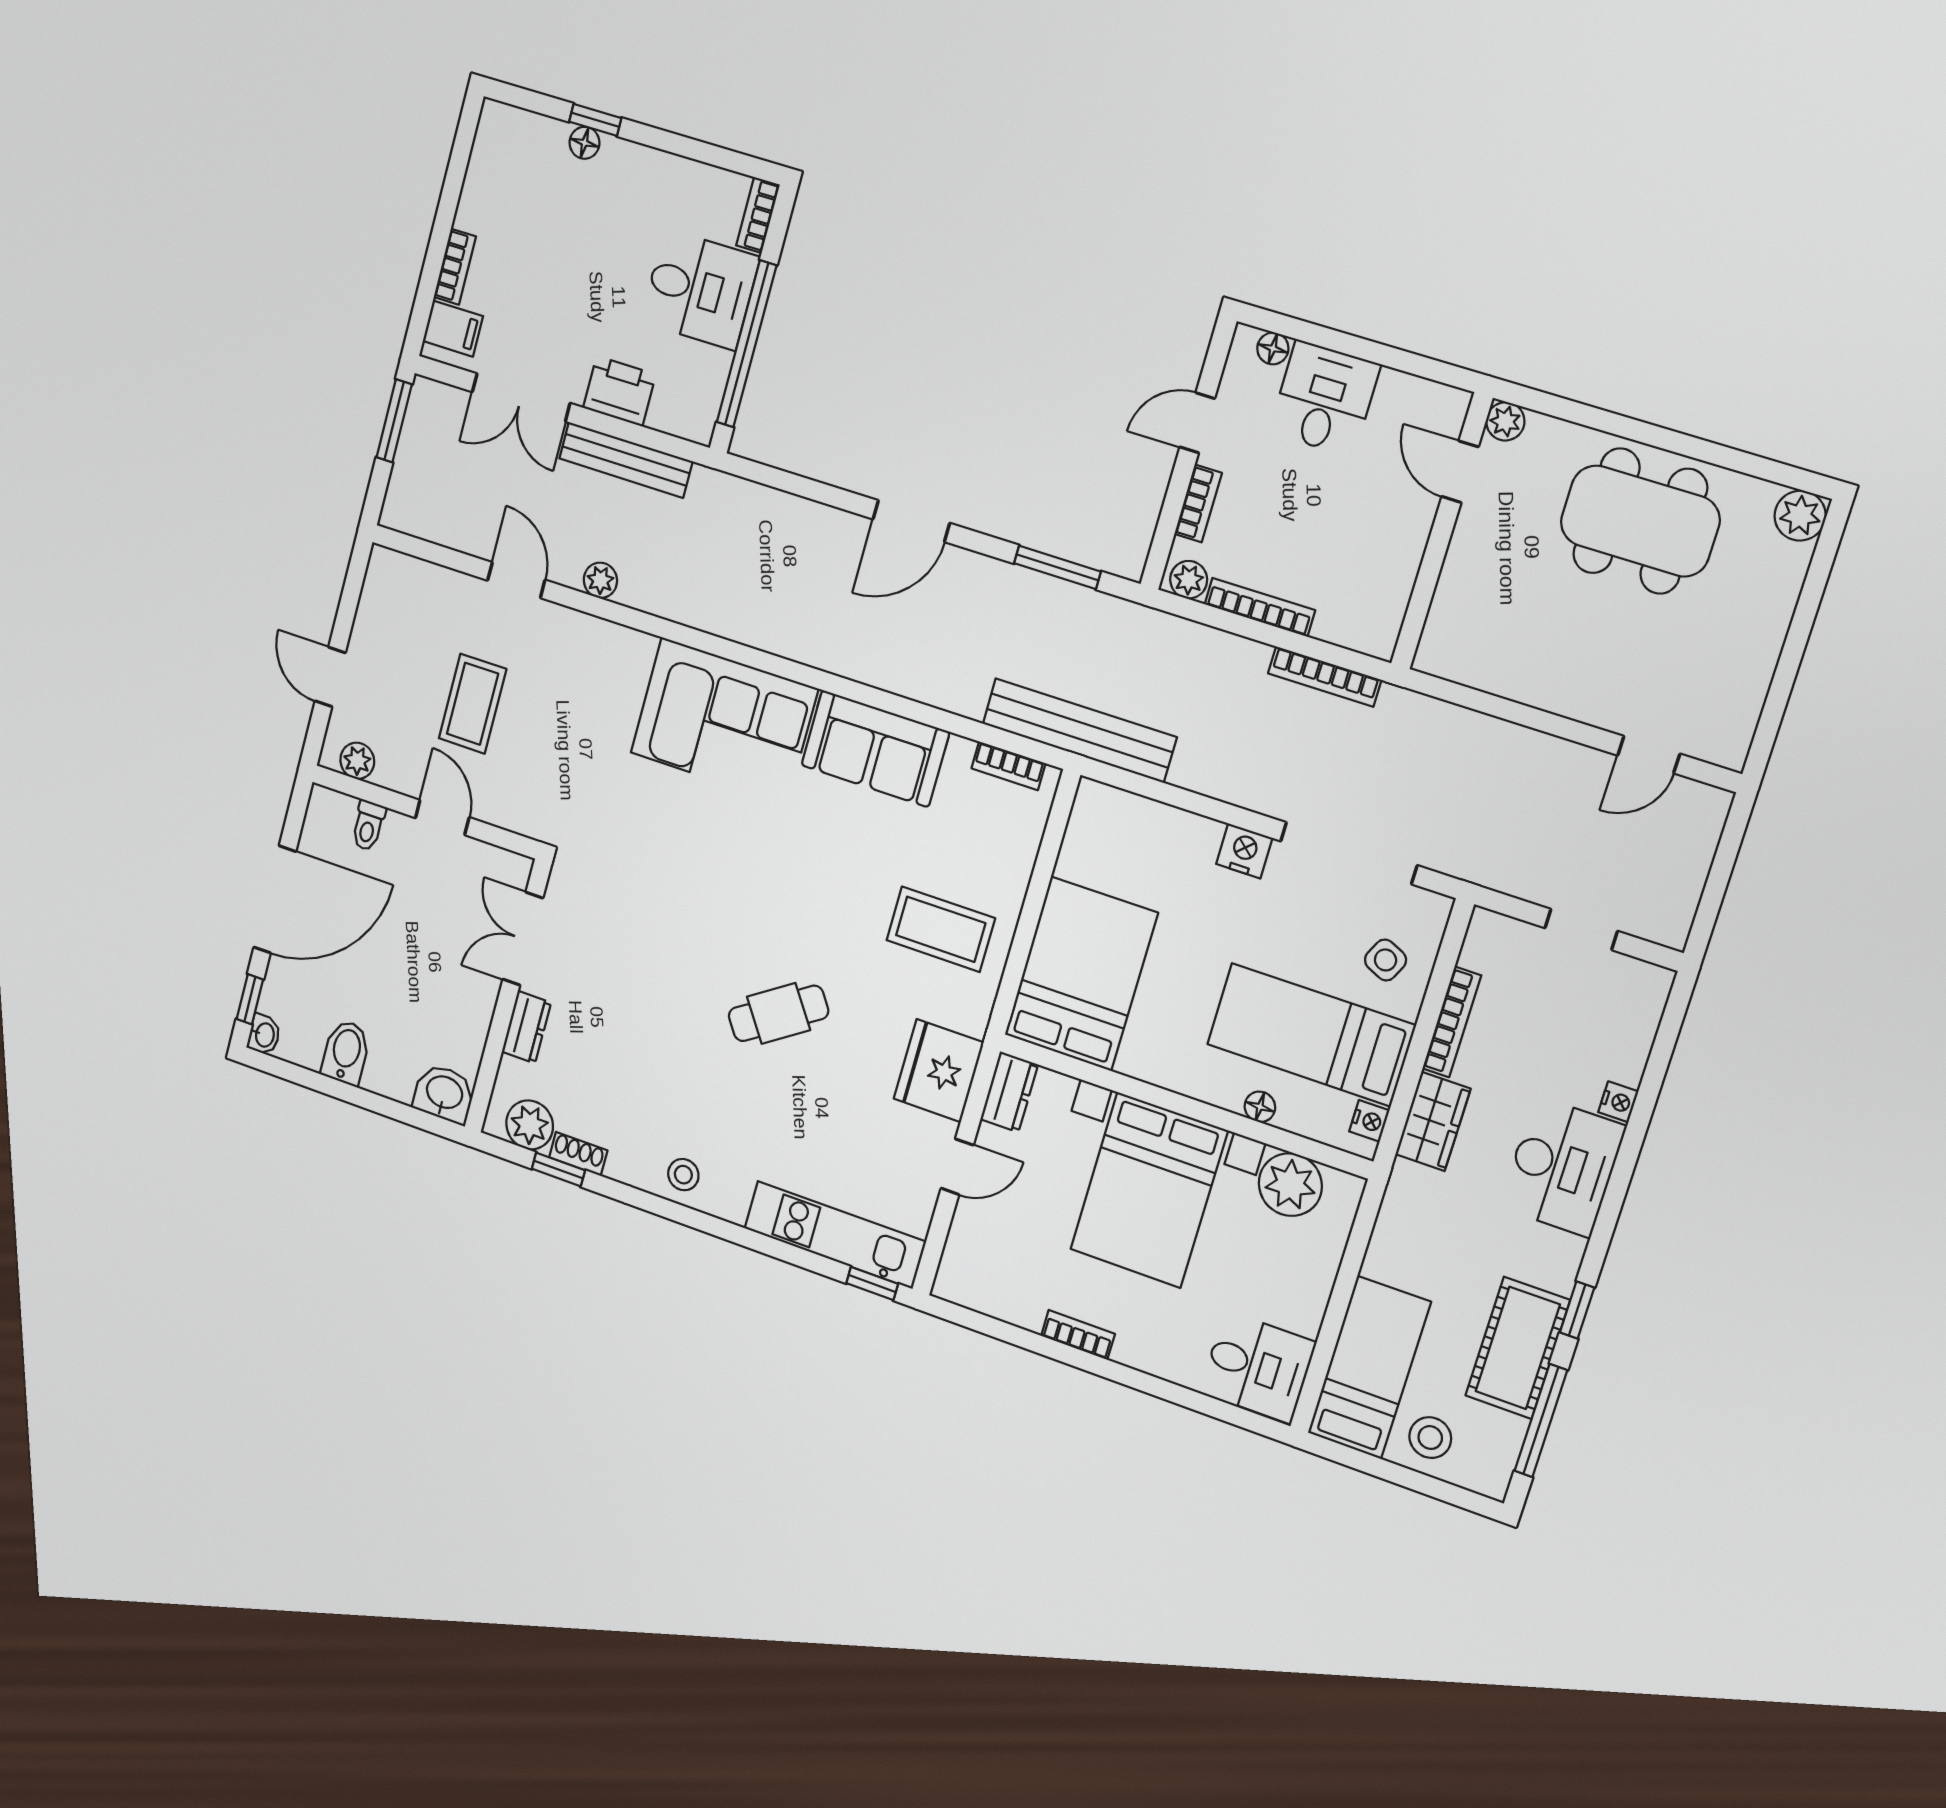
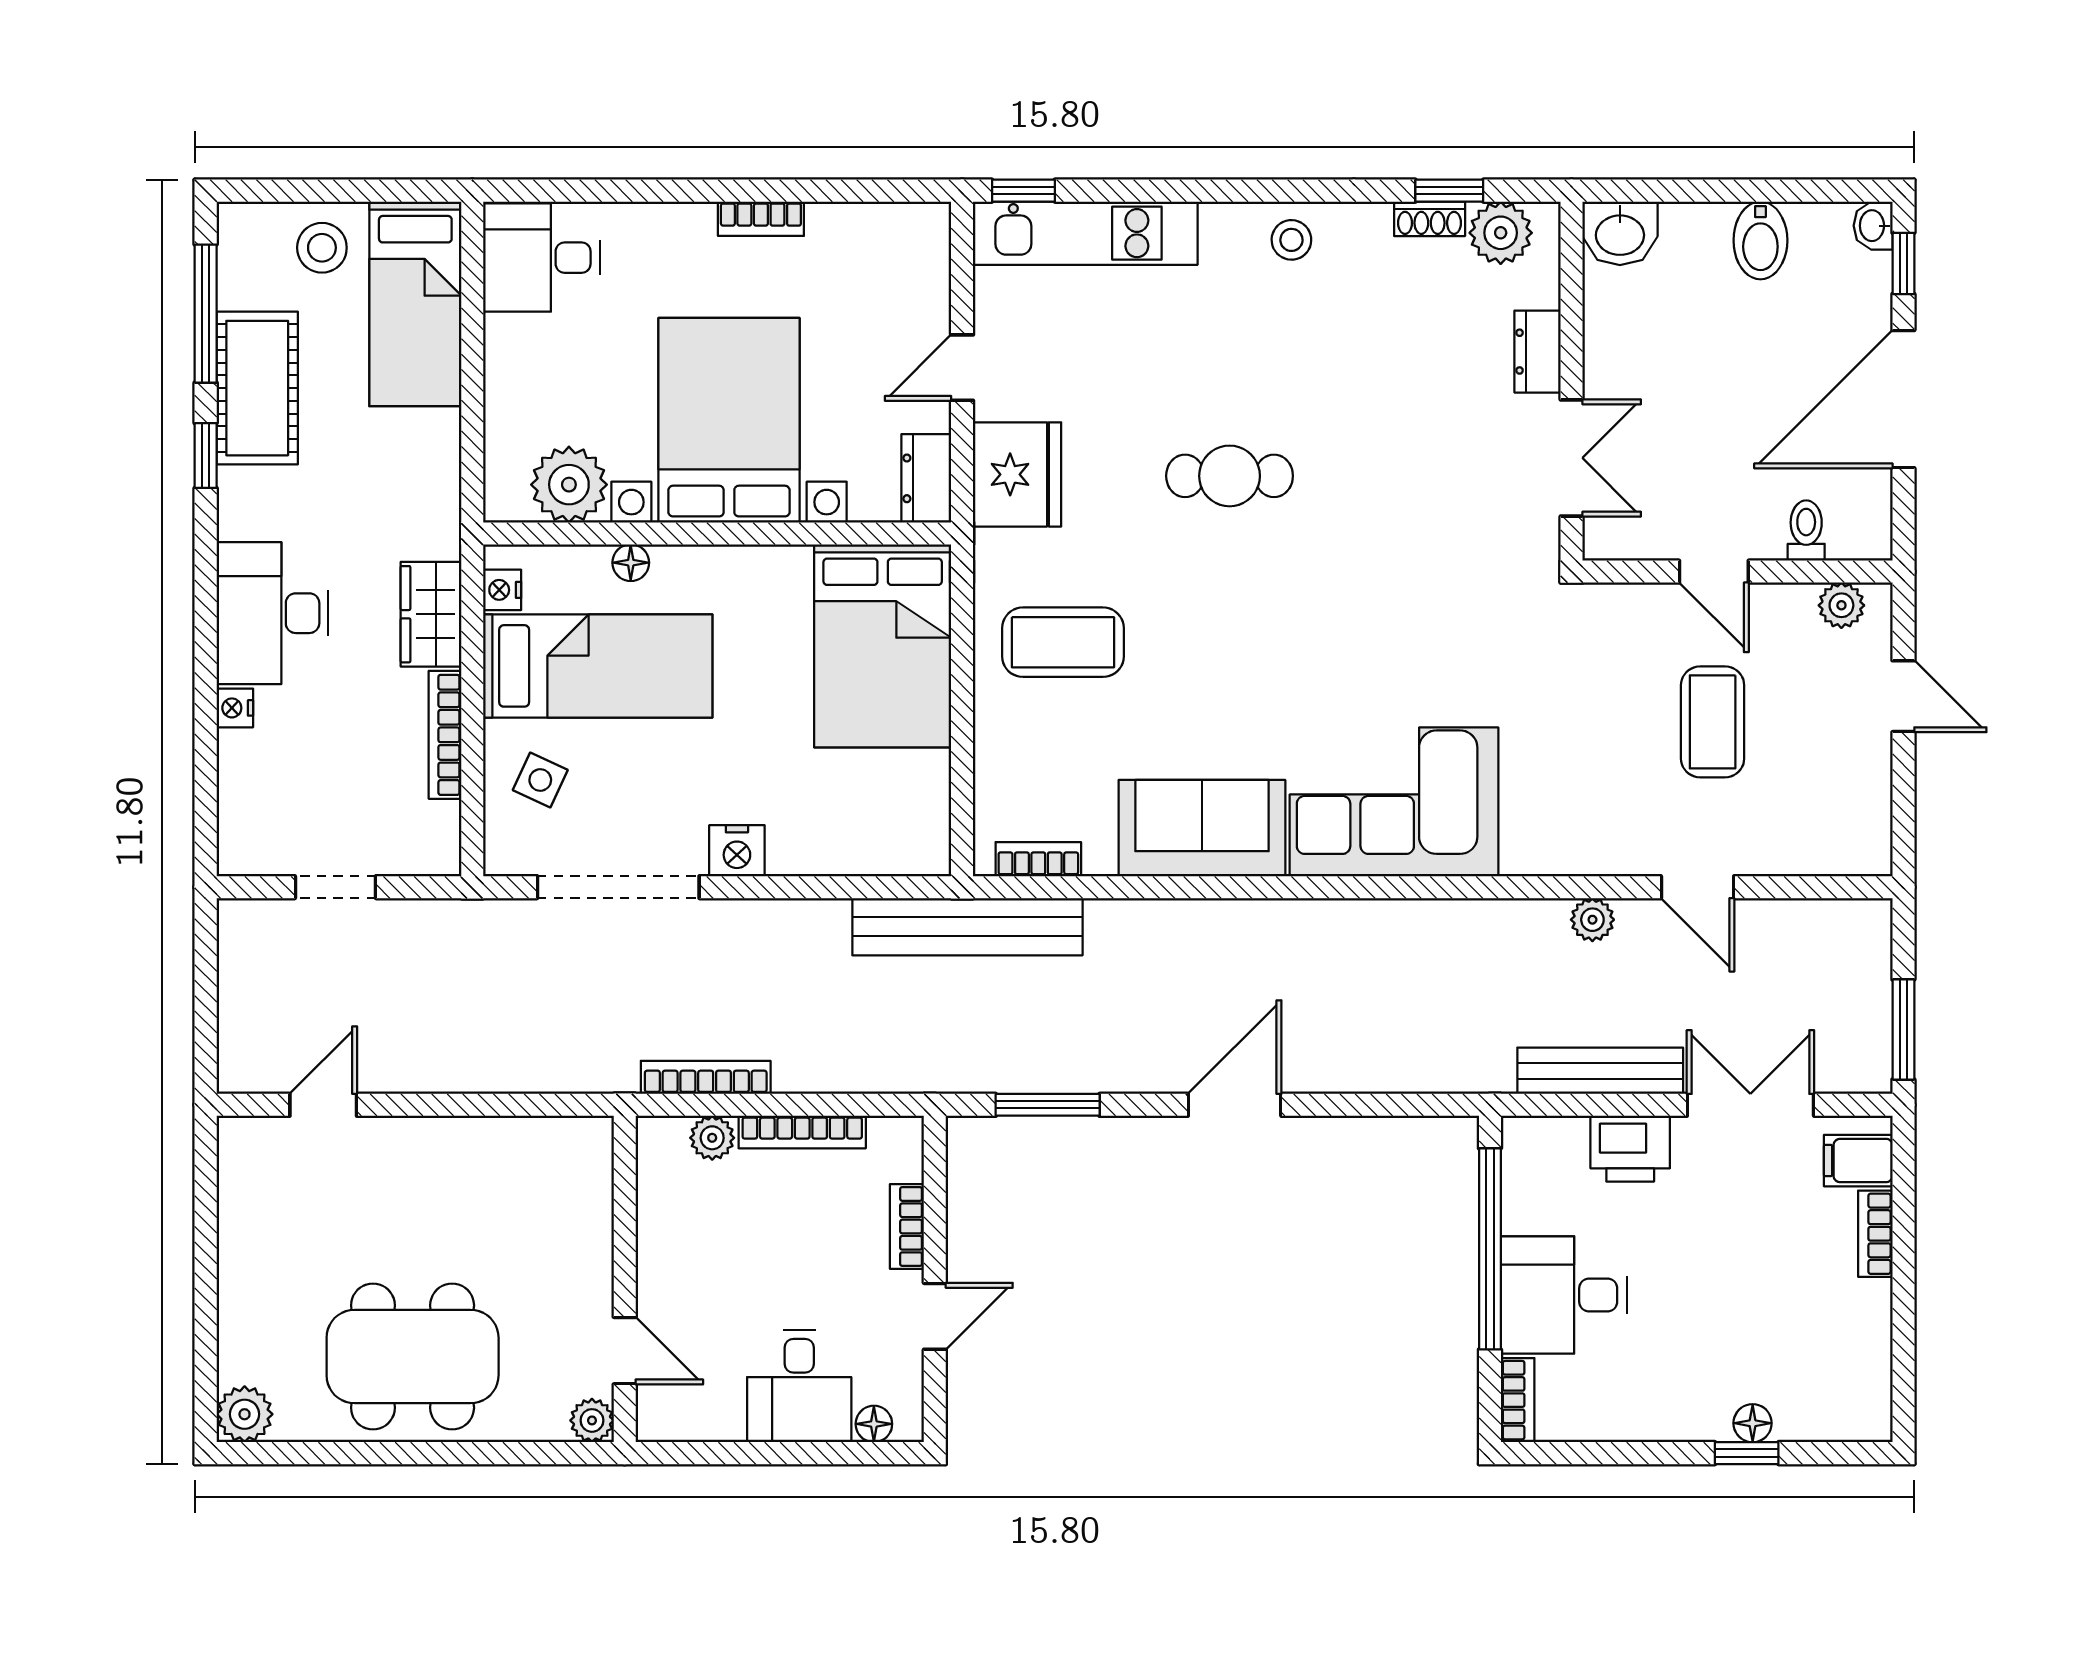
plant: (1189, 580) -> (712, 1138), moved
cafe table: (778, 1013) -> (1230, 476), turned 34

